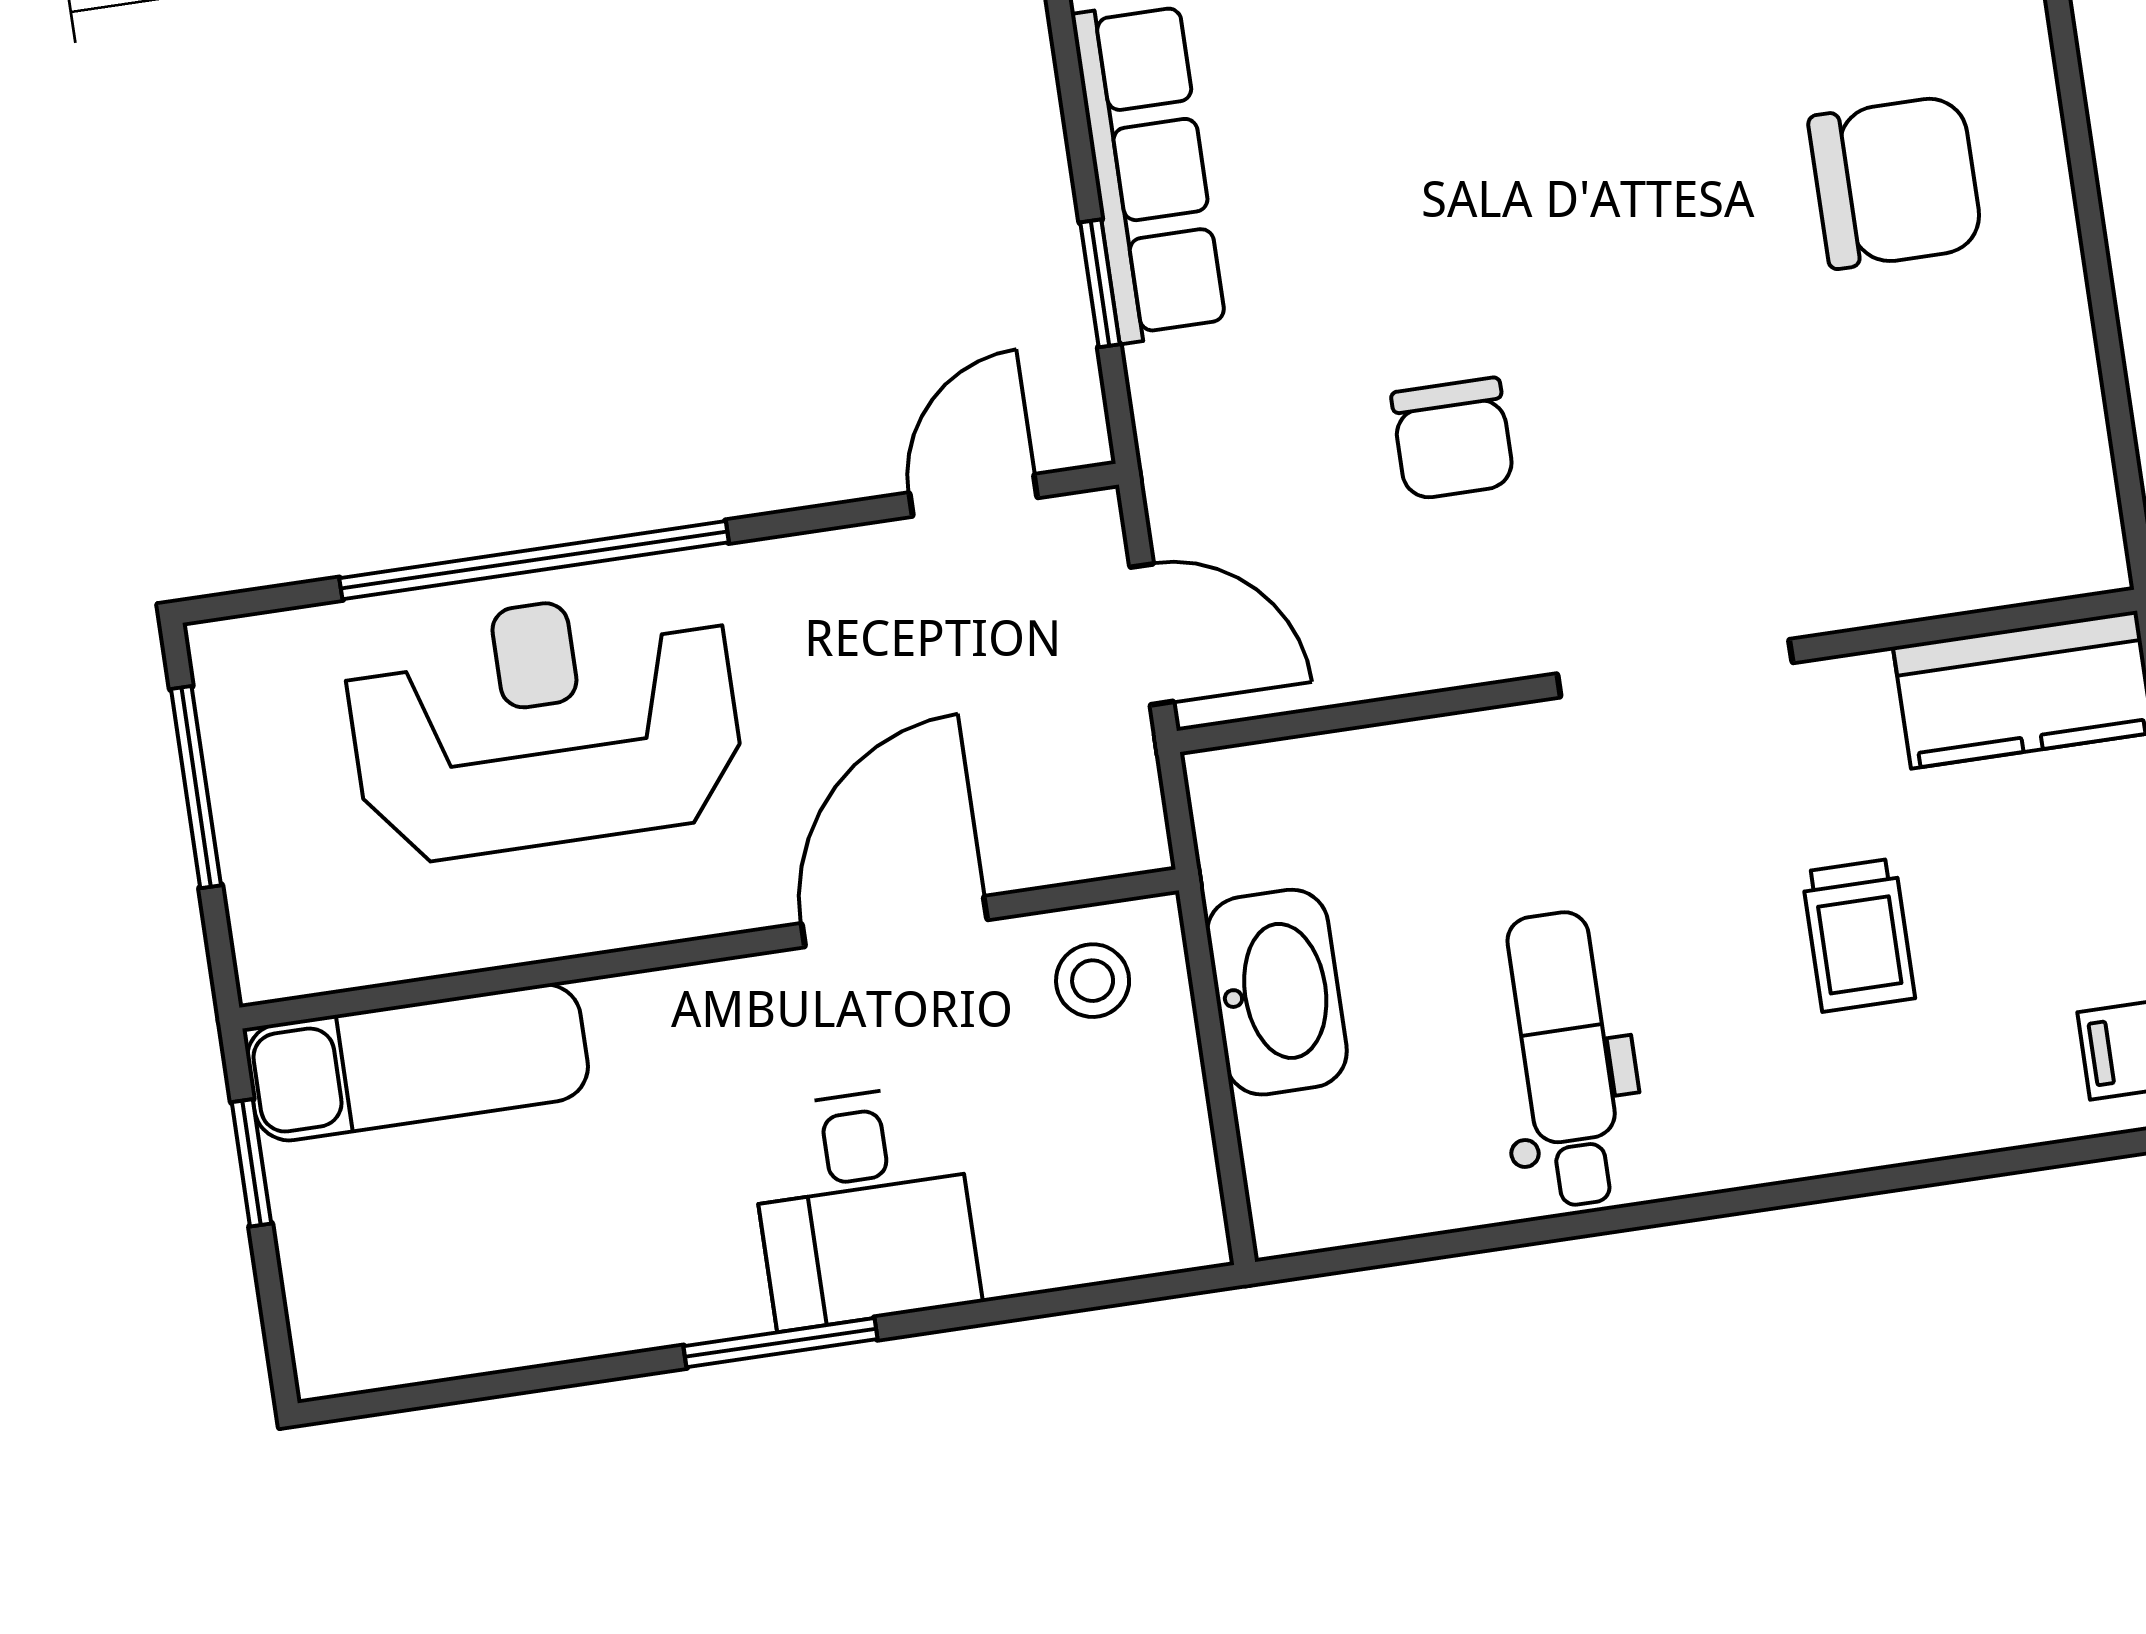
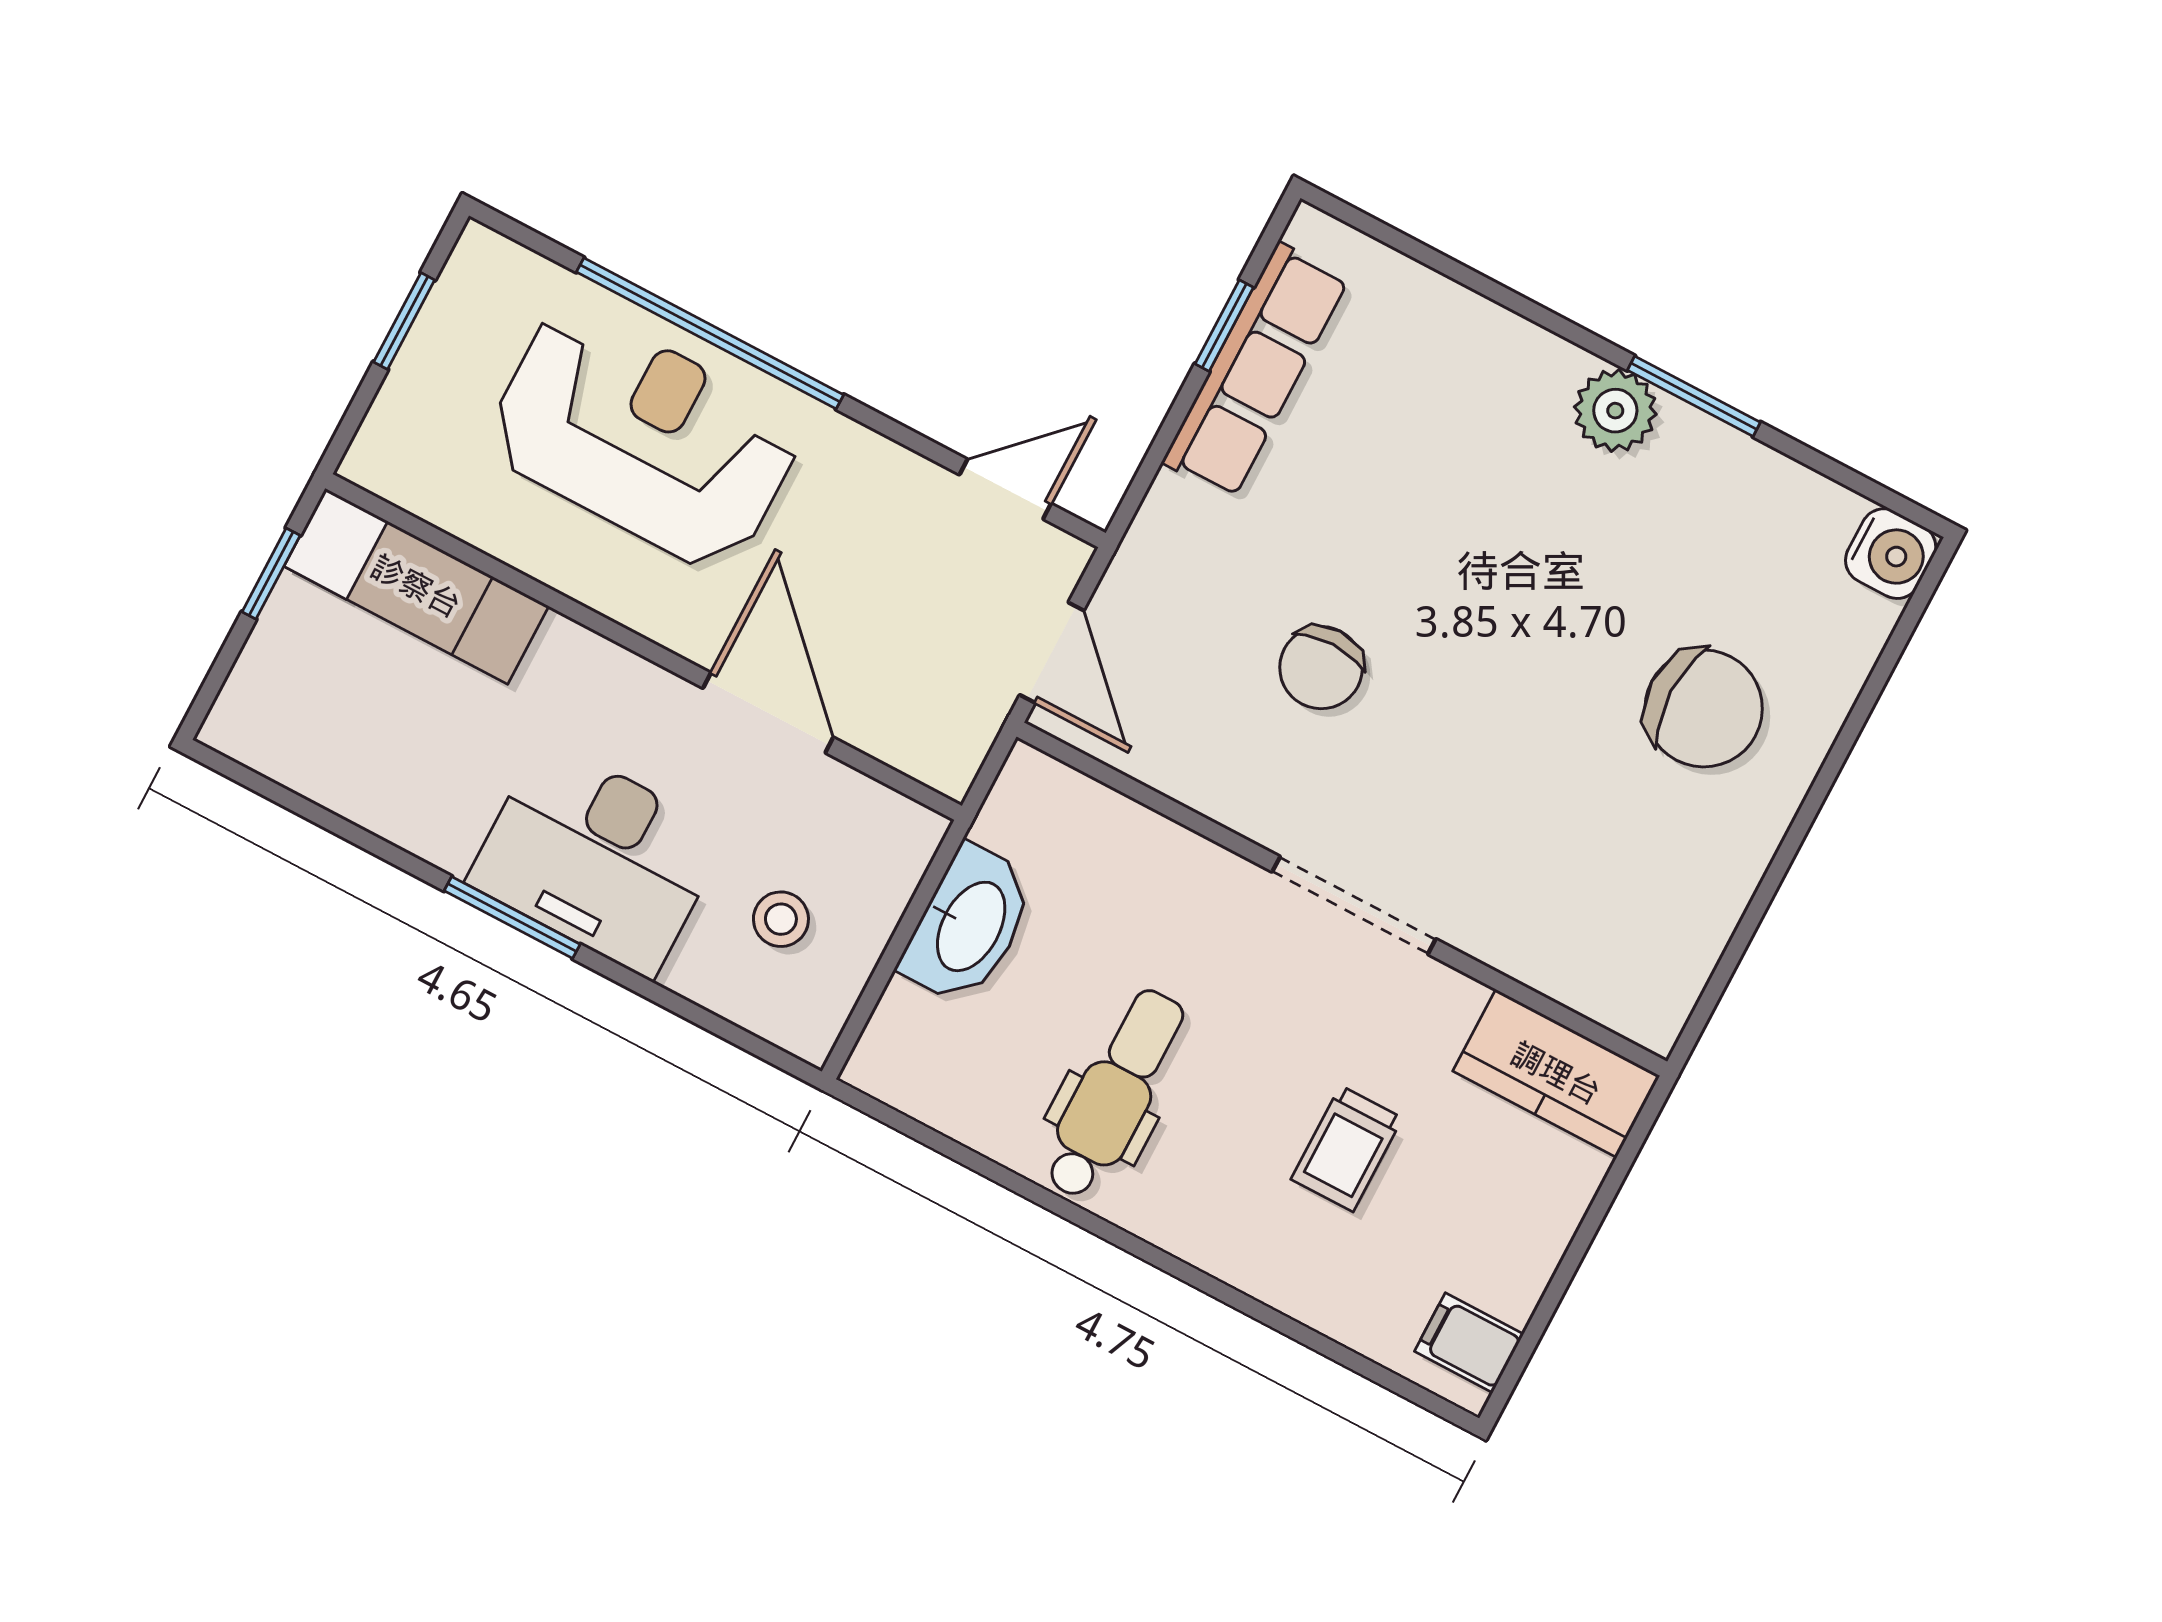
window: (1100, 283) -> (1224, 326), moved
window: (196, 787) -> (404, 321), width x0.67
door: (894, 922) -> (768, 713), hinge flipped
stool: (1093, 981) -> (781, 919), moved
desk: (864, 1206) -> (597, 858), width x1.37

